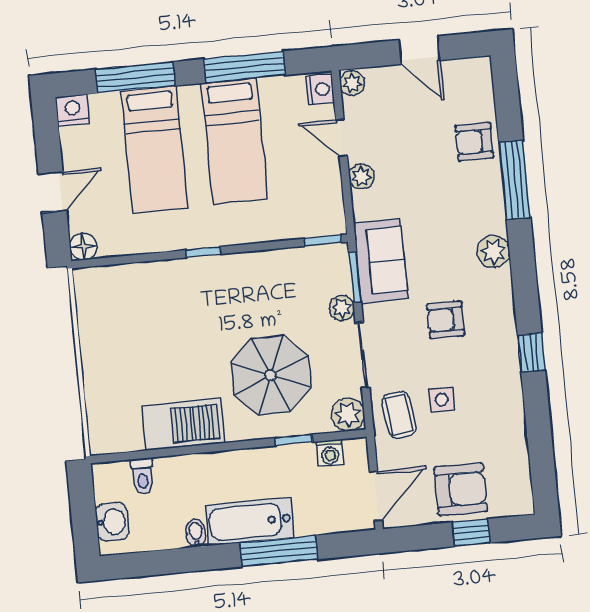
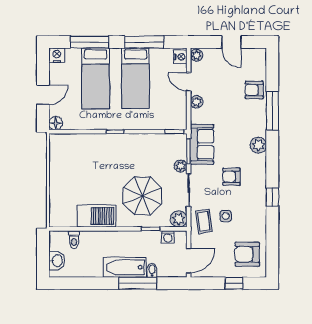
armchair: (461, 489) -> (247, 254), moved, turned 180
bidet: (196, 533) -> (152, 270), moved

